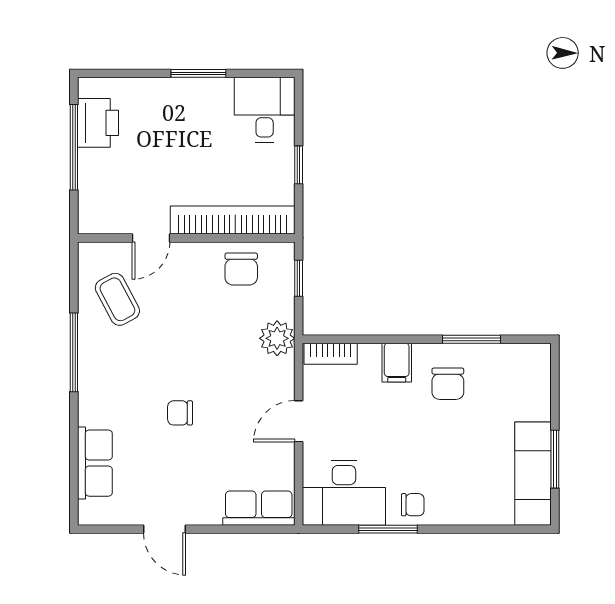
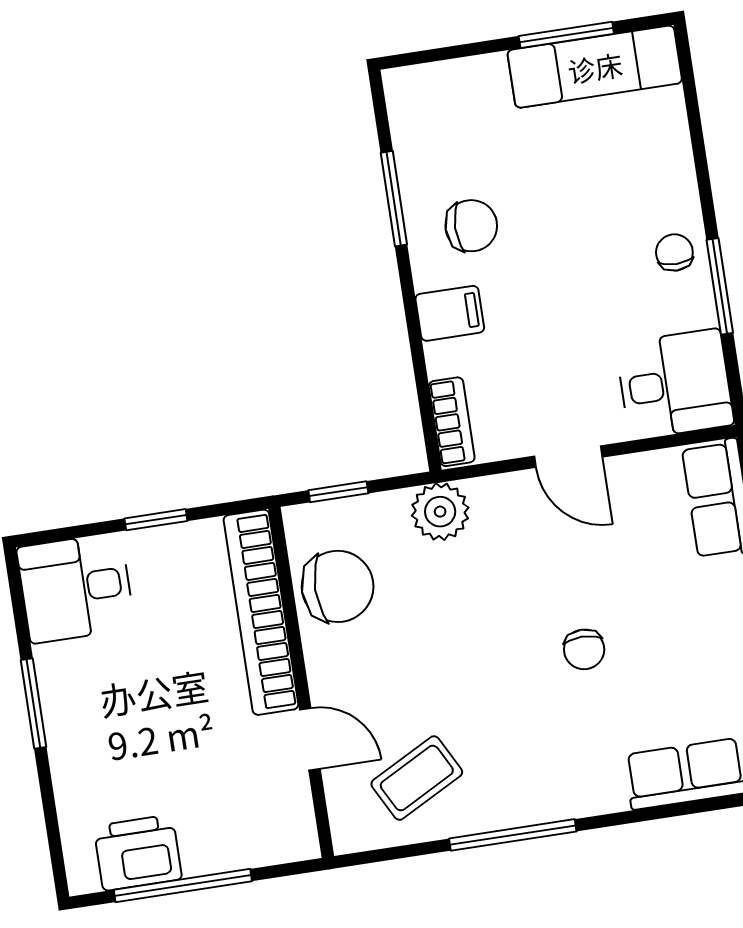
chair: (241, 269) -> (338, 586), width x1.37, depth x1.37
desk: (344, 493) -> (675, 384), width x0.73

